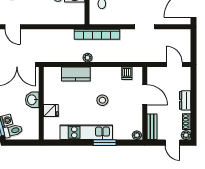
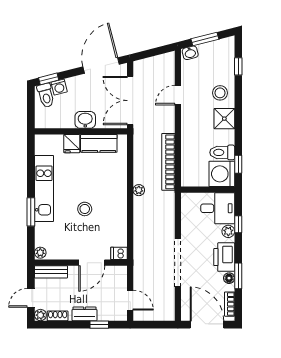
doorway: (145, 27) -> (178, 263), width x1.88
bookcase: (97, 34) -> (168, 162), moved
door: (174, 64) -> (130, 300), hinge flipped
dishwasher: (127, 73) -> (119, 253), moved
kitchen counter: (76, 74) -> (99, 143), moved, turned -90
window: (193, 89) -> (99, 325), added

